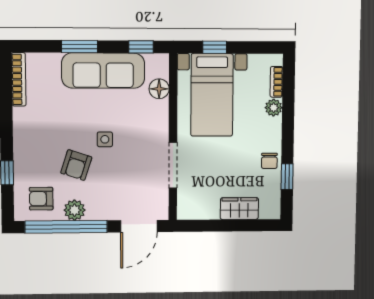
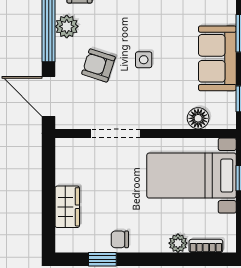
sofa: (103, 71) -> (217, 58), width x0.73
armchair: (76, 165) -> (98, 65), moved

